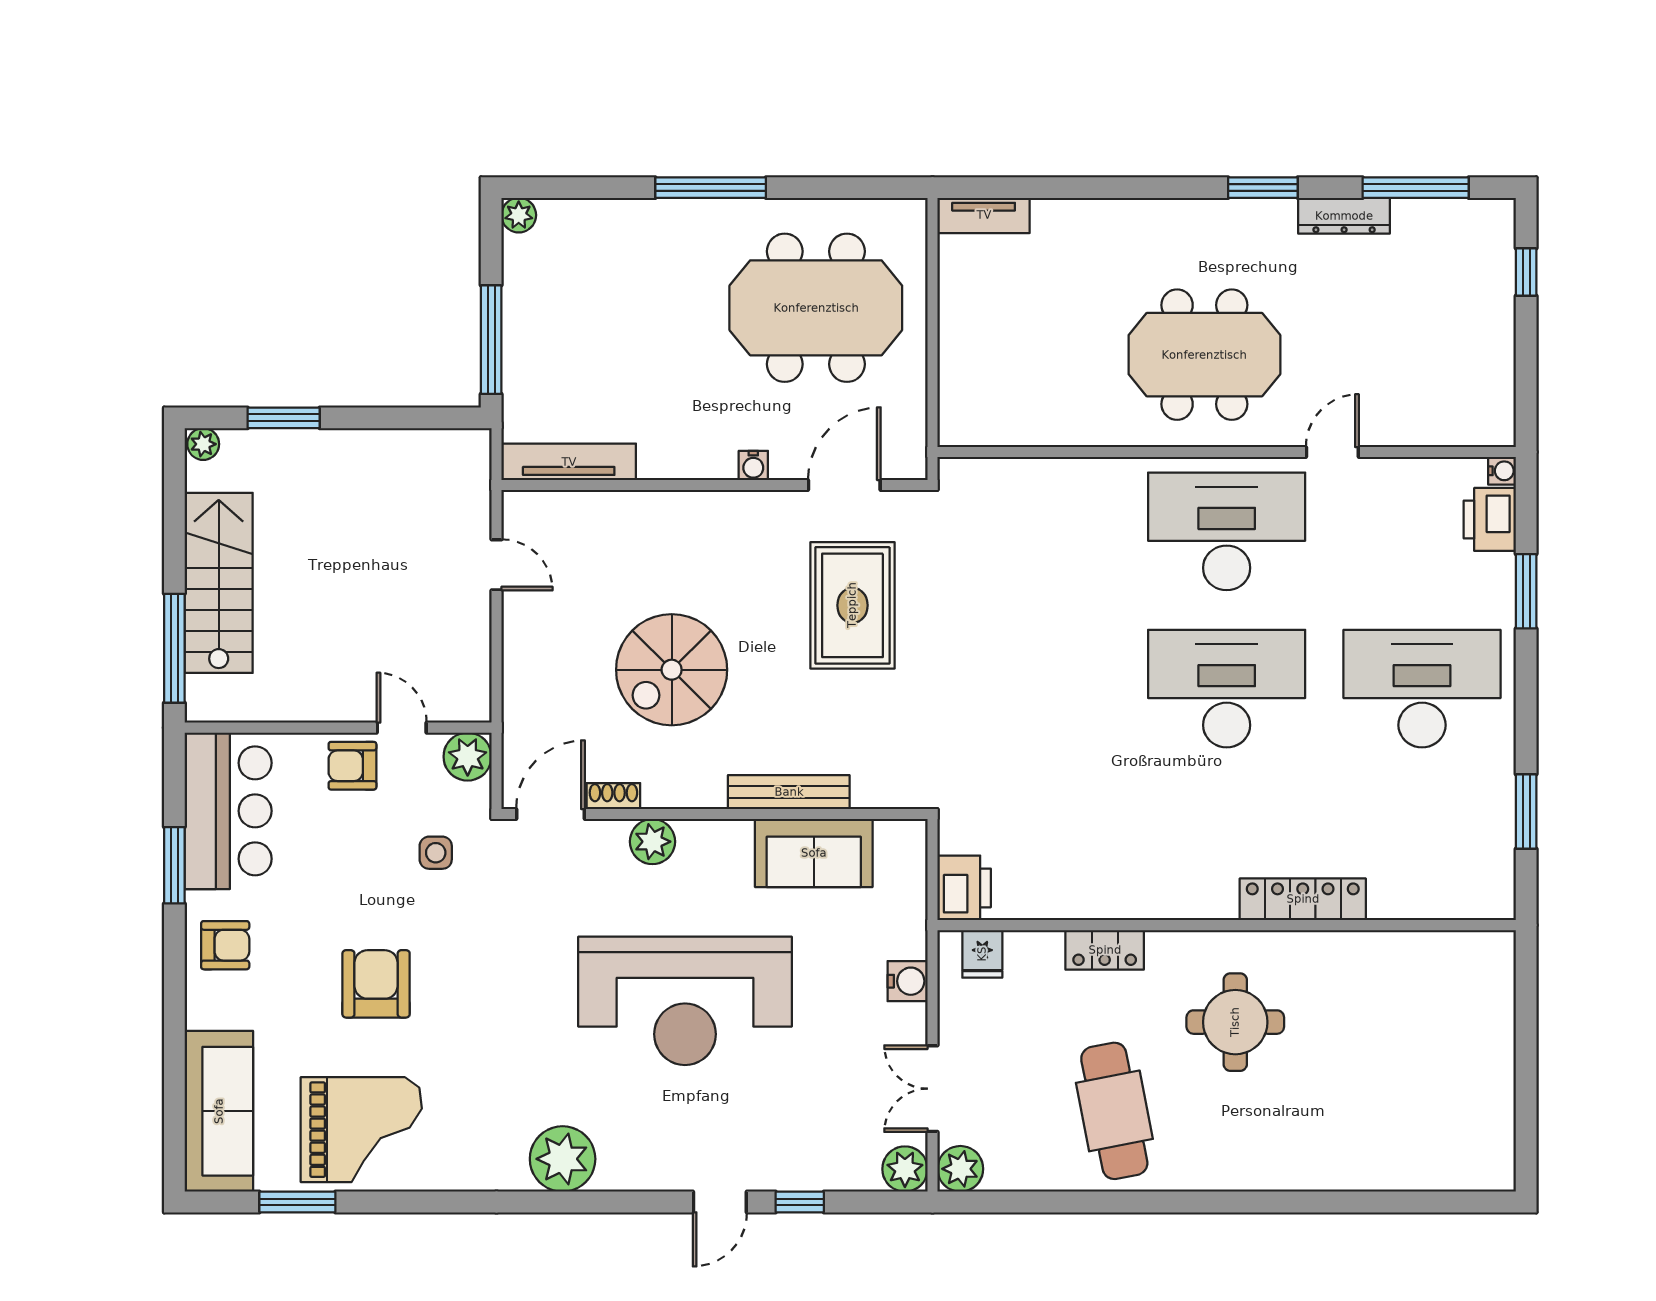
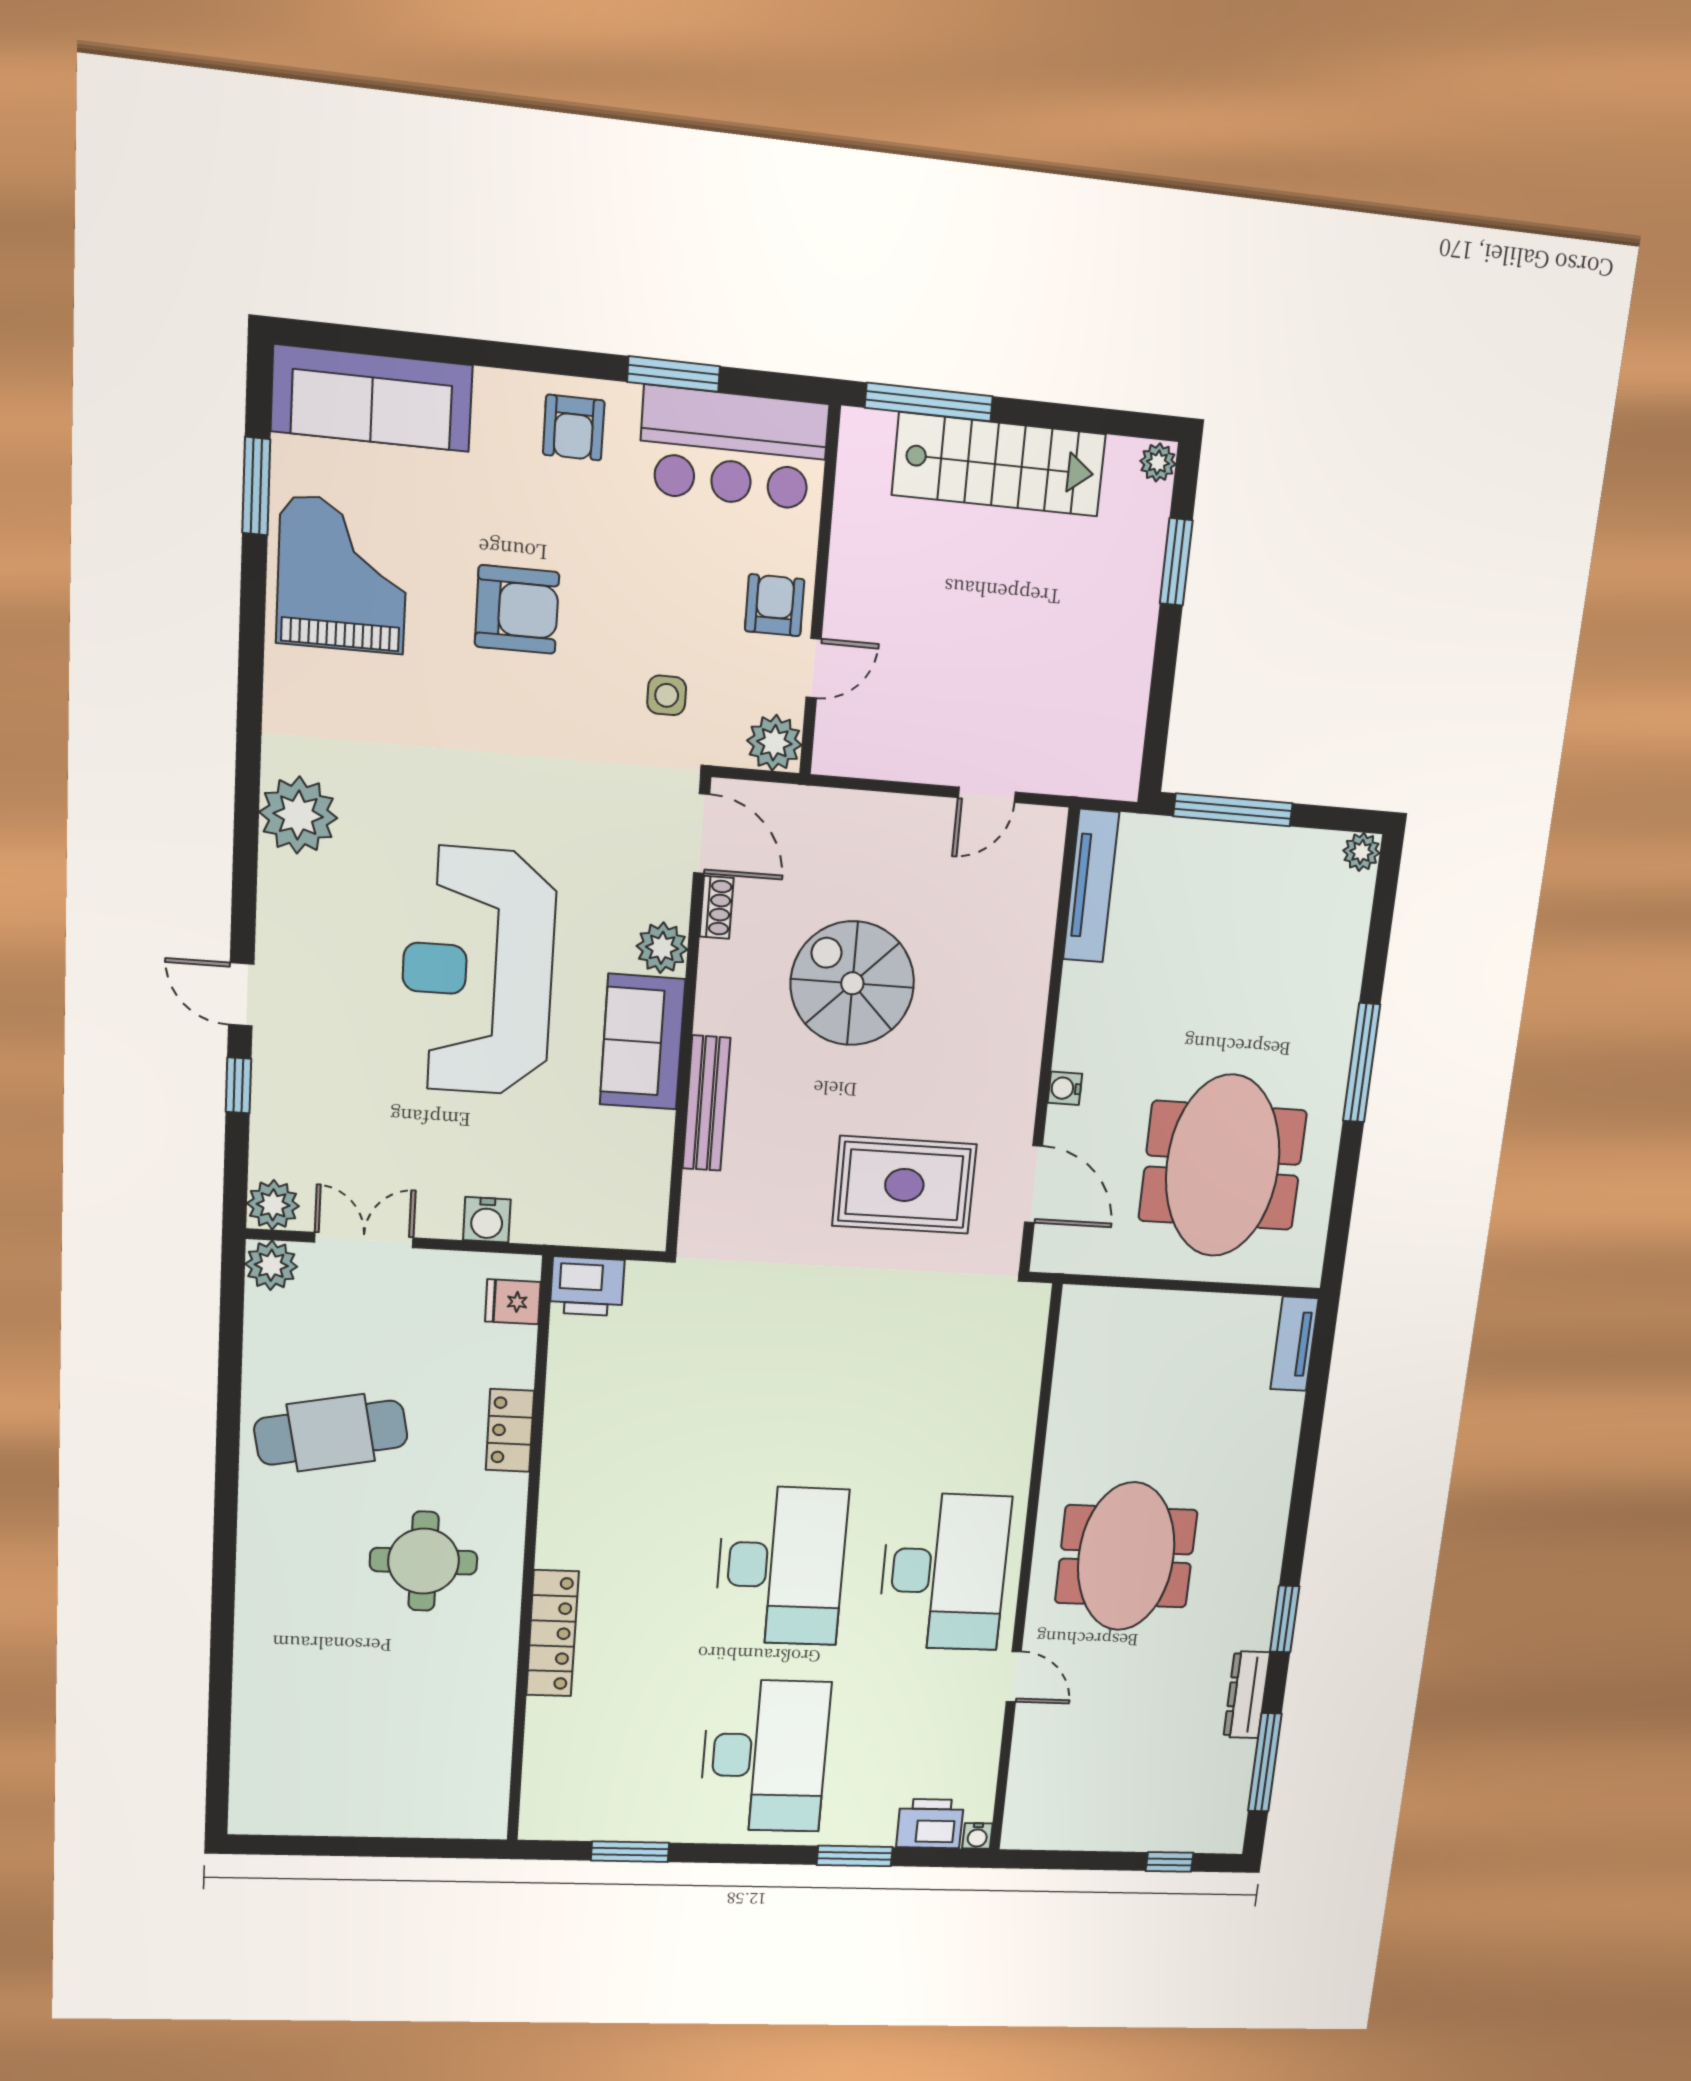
sofa: (814, 853) -> (642, 1042), moved
grand piano: (361, 1130) -> (342, 575), turned 180

